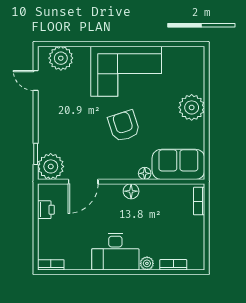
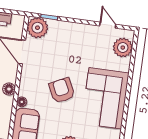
door: (36, 81) -> (108, 25), hinge flipped
armchair: (124, 126) -> (62, 90), turned -98

